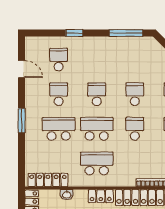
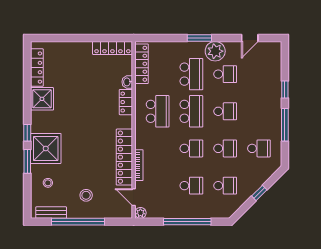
window: (126, 33) -> (285, 125), moved
school desk: (59, 60) -> (259, 148), moved
plant: (35, 104) -> (215, 51), added
locker: (101, 196) -> (126, 102), moved

